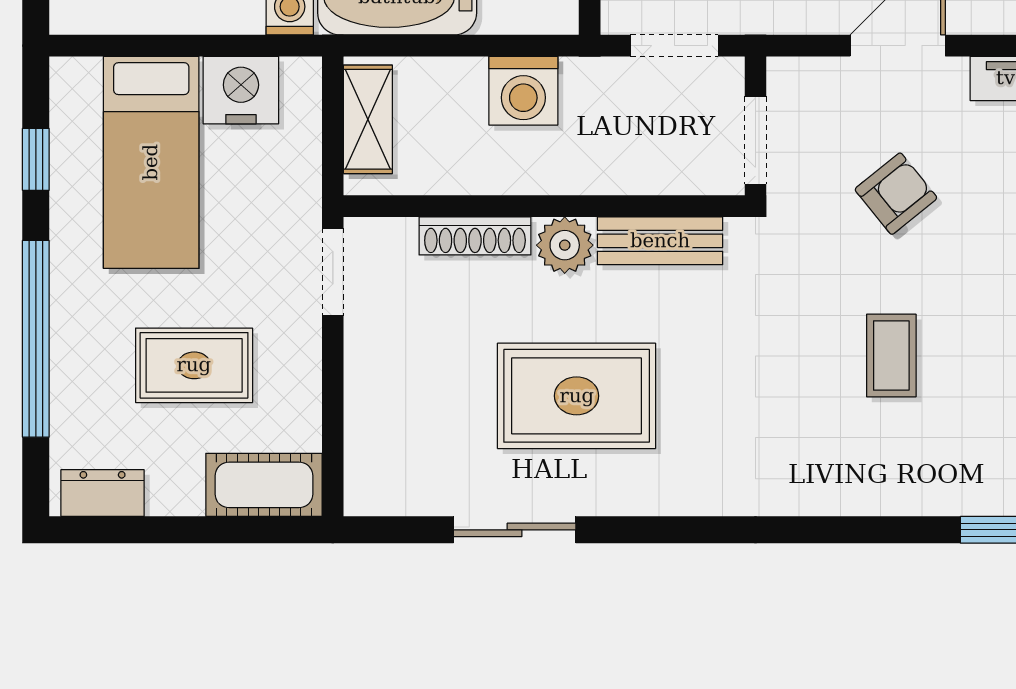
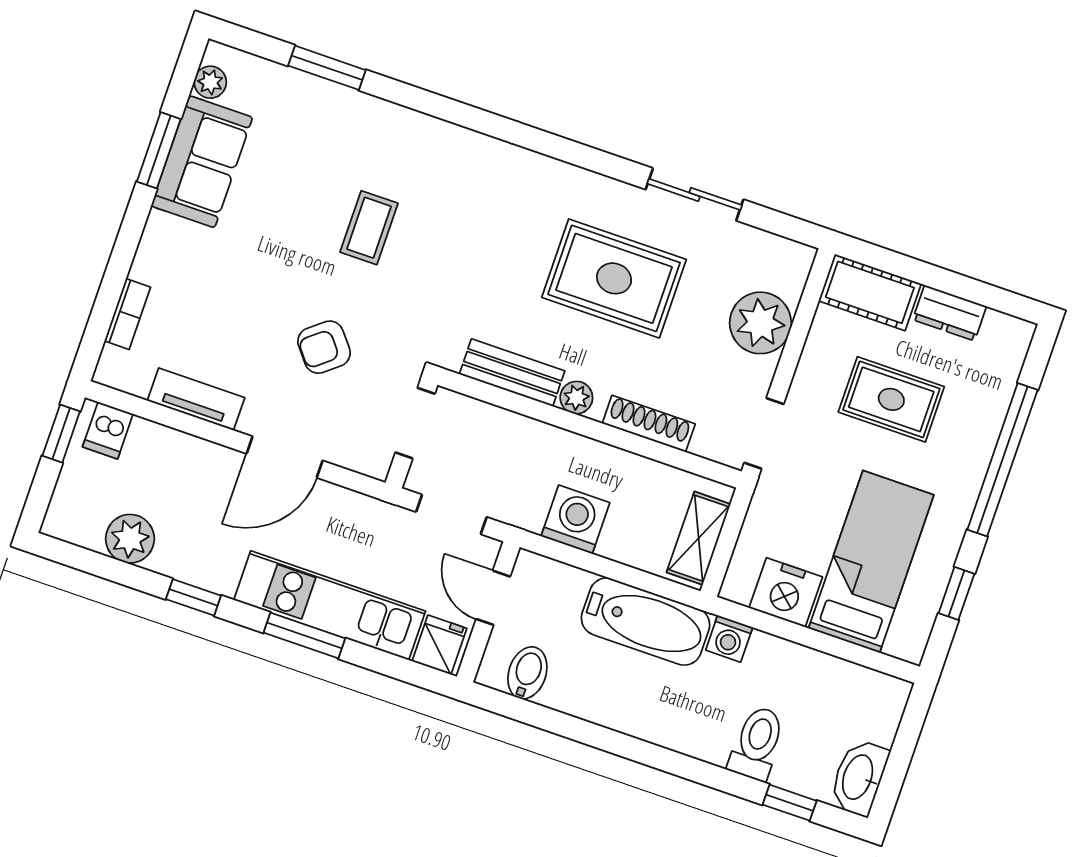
plant: (565, 245) -> (576, 398), width x0.73, depth x0.73
plant: (383, 403) -> (760, 323), added
dresser: (103, 493) -> (950, 313), moved

